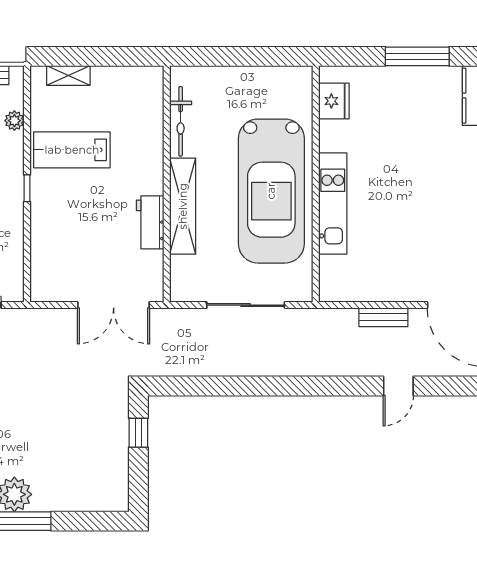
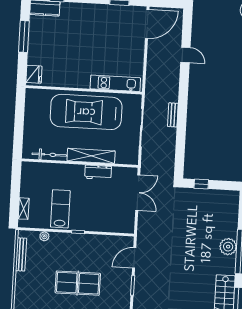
fridge: (334, 101) -> (34, 74), moved, turned 90
lab bench: (72, 150) -> (60, 209), turned 180
car: (271, 191) -> (86, 112), turned 180
kitchen unit: (333, 204) -> (115, 83), moved
bench: (383, 317) -> (173, 115), moved

